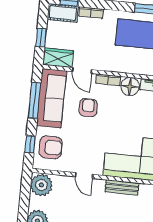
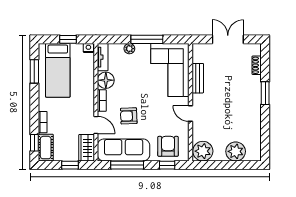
door: (82, 71) -> (96, 125), hinge flipped
door: (84, 176) -> (190, 114), swing flipped

